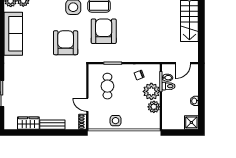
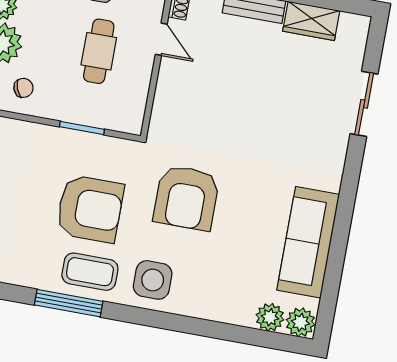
armchair: (104, 31) -> (90, 209), turned -90
cafe table: (107, 86) -> (99, 51), moved

